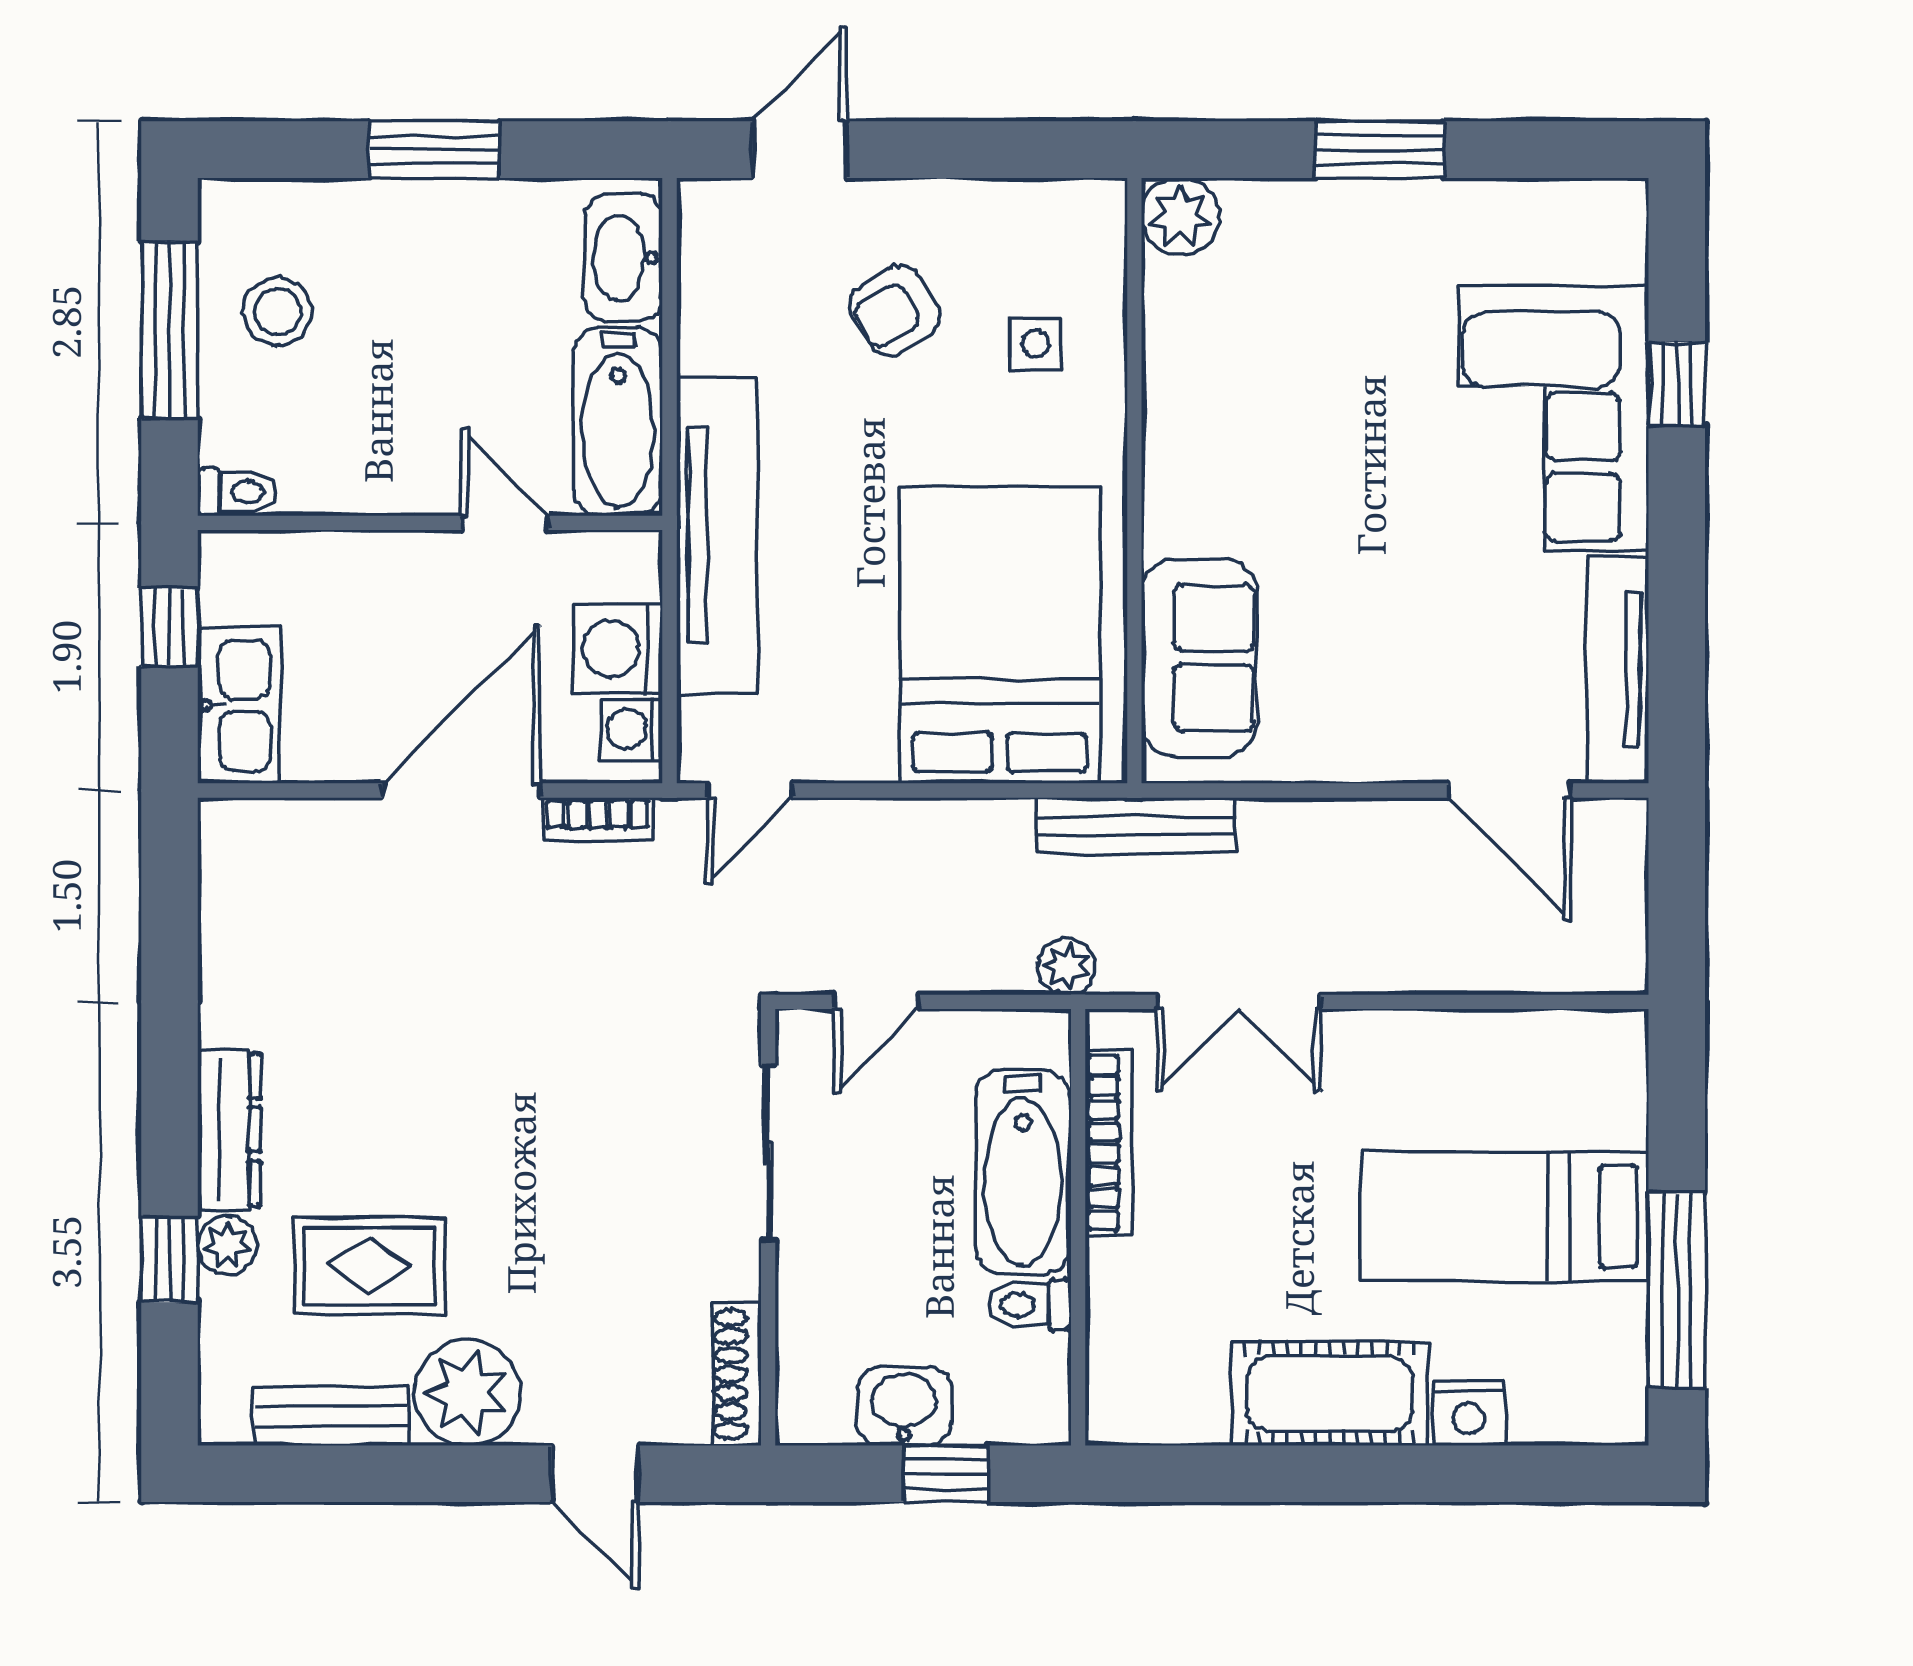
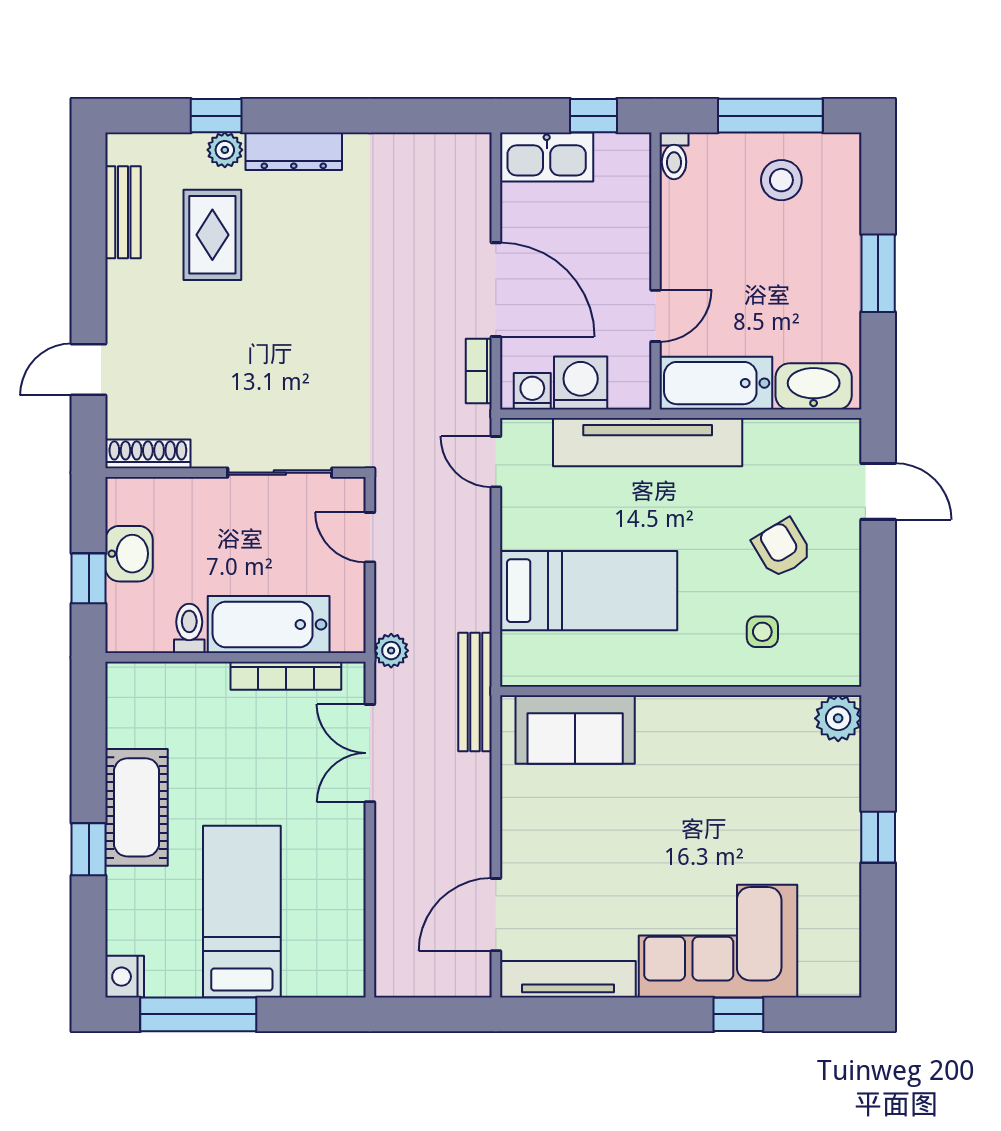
window: (1379, 150) -> (878, 837), width x0.67
bed: (1000, 635) -> (589, 591), width x0.67
plant: (468, 1393) -> (137, 293), removed
nightstand: (1469, 1413) -> (125, 977), moved
window: (1400, 1474) -> (89, 849), added

